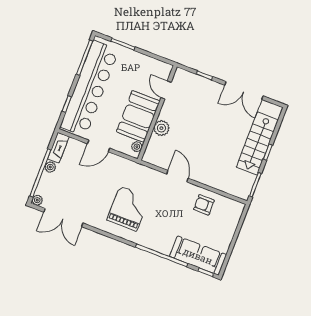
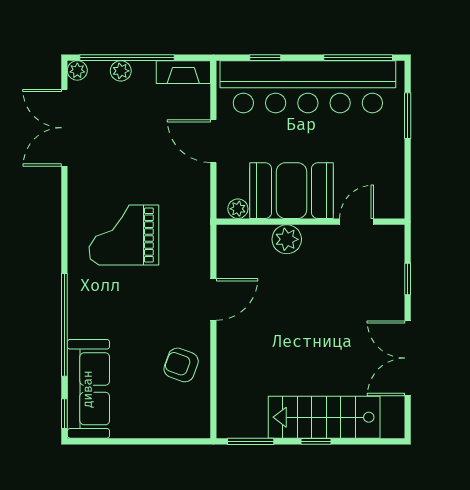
plant: (50, 167) -> (121, 71), moved
armchair: (204, 205) -> (181, 365), turned -70
grand piano: (128, 208) -> (124, 235), turned 180

